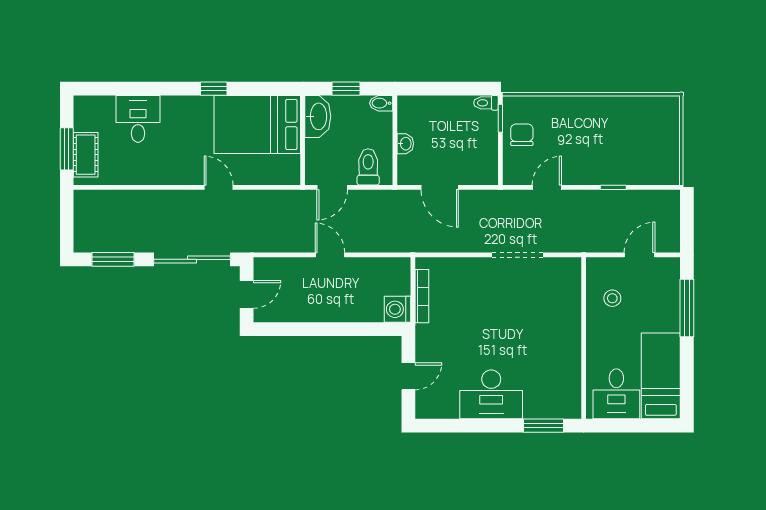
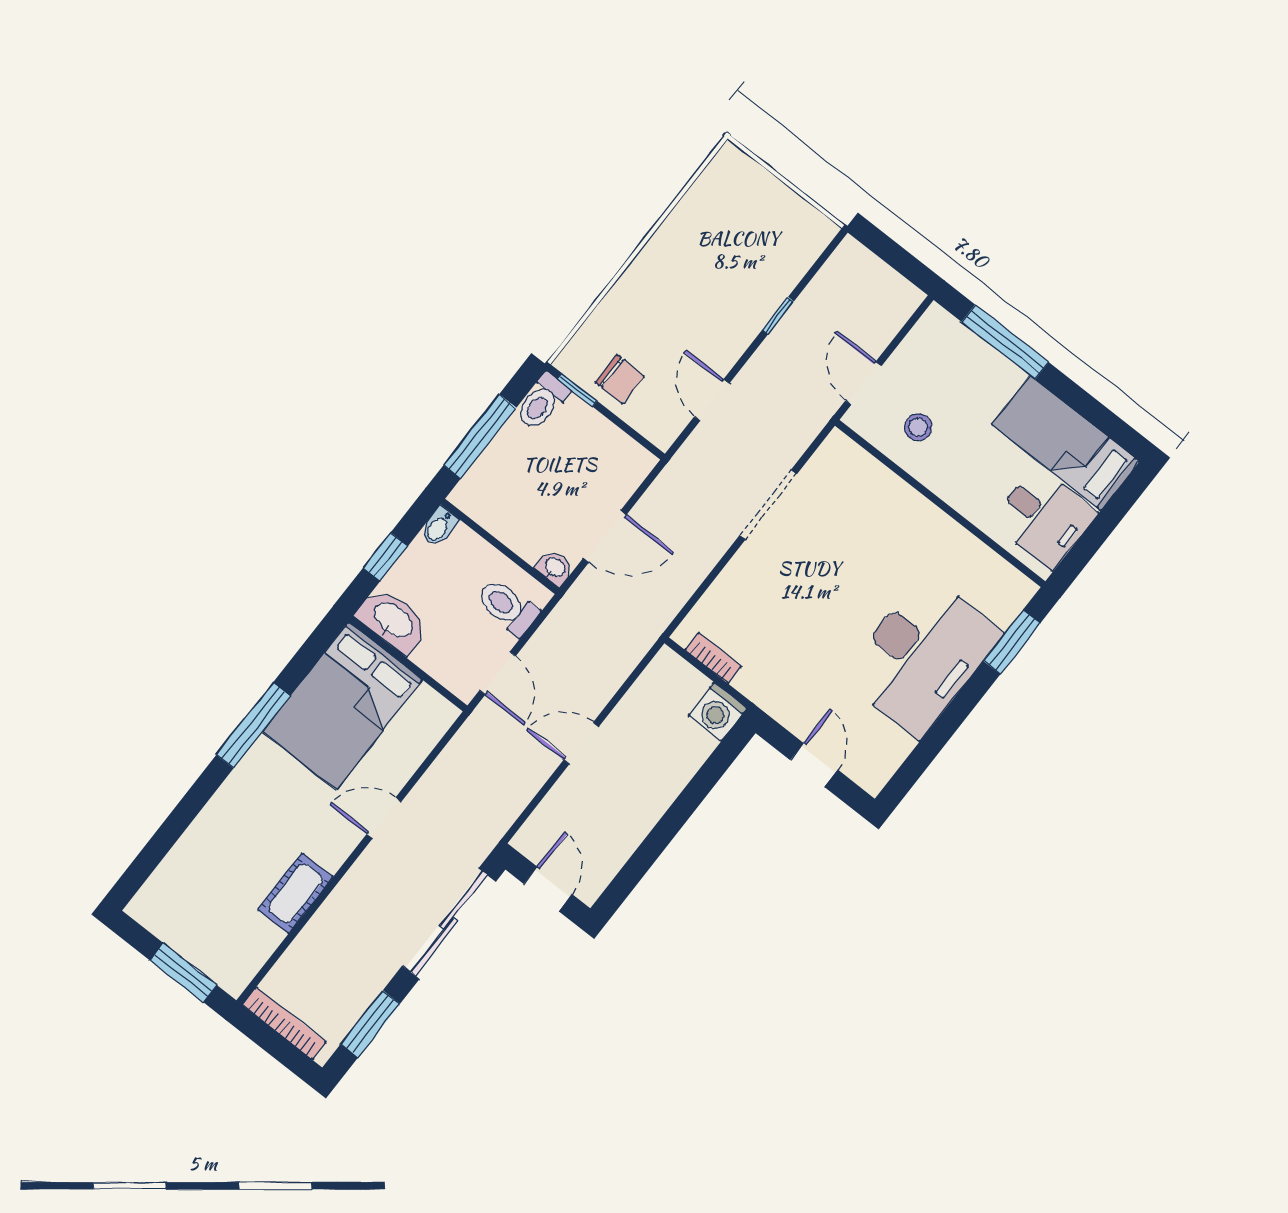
window: (214, 89) -> (253, 725), width x2.17
window: (441, 89) -> (480, 436), added
toilet: (486, 103) -> (542, 402), width x1.37, depth x1.39
desk: (138, 119) -> (216, 852), removed
chair: (522, 135) -> (620, 379), turned 180
washbasin: (405, 144) -> (555, 568), moved
cot: (86, 155) -> (295, 893), moved, turned 90
bookcase: (81, 217) -> (284, 1023), added
door: (640, 255) -> (864, 383), moved
bookcase: (422, 296) -> (713, 658), width x0.64
desk: (491, 394) -> (922, 656), width x1.36, depth x1.30

